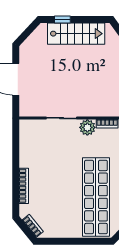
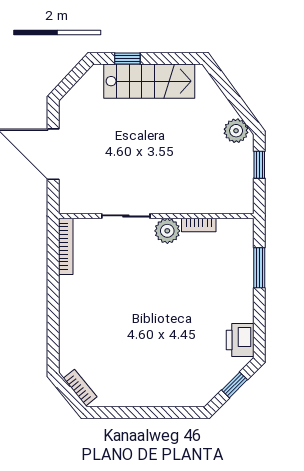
bookcase: (24, 186) -> (66, 246), moved
shop shelf: (96, 197) -> (181, 342), removed

